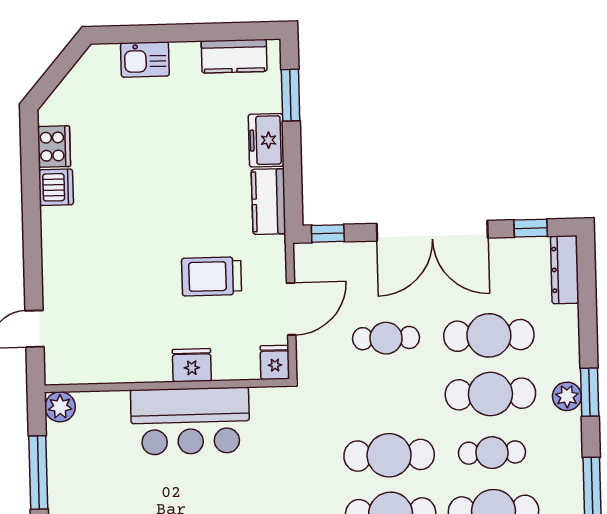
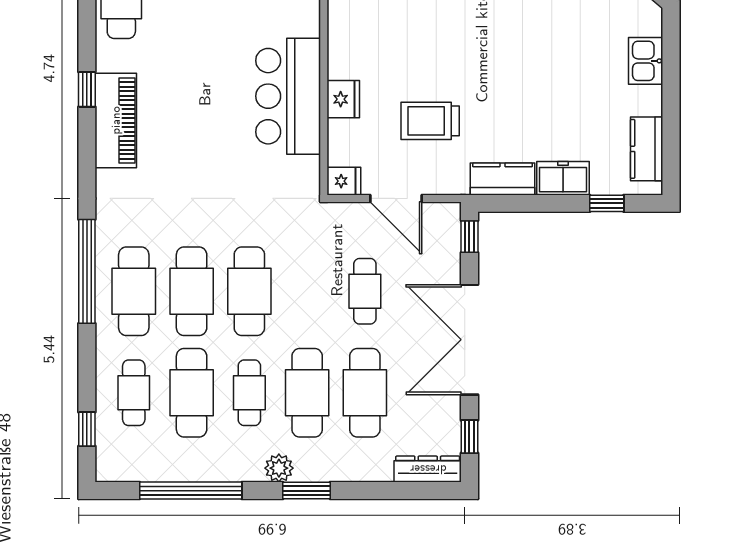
window: (291, 95) -> (607, 203), width x0.67
trolley: (212, 276) -> (430, 121), turned -90
plant: (567, 396) -> (279, 468), moved

